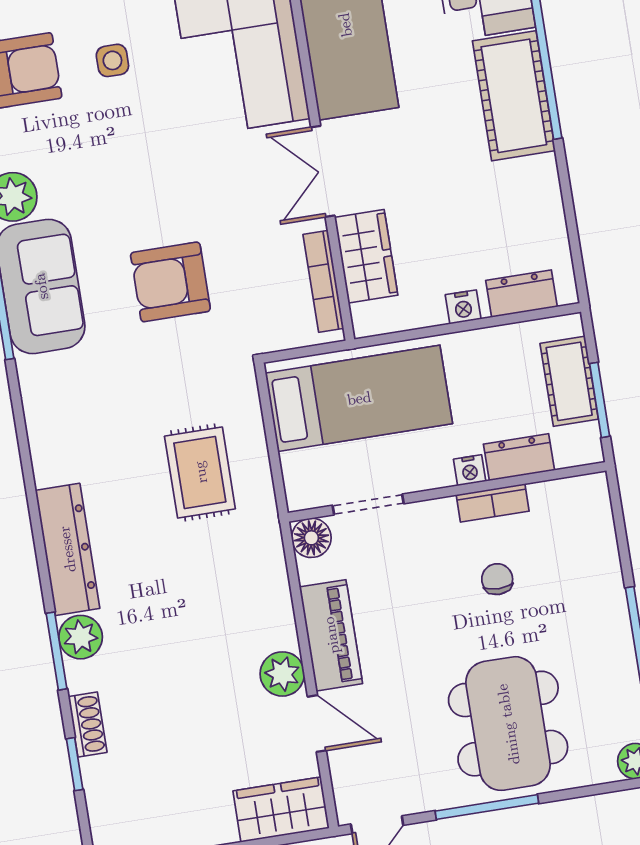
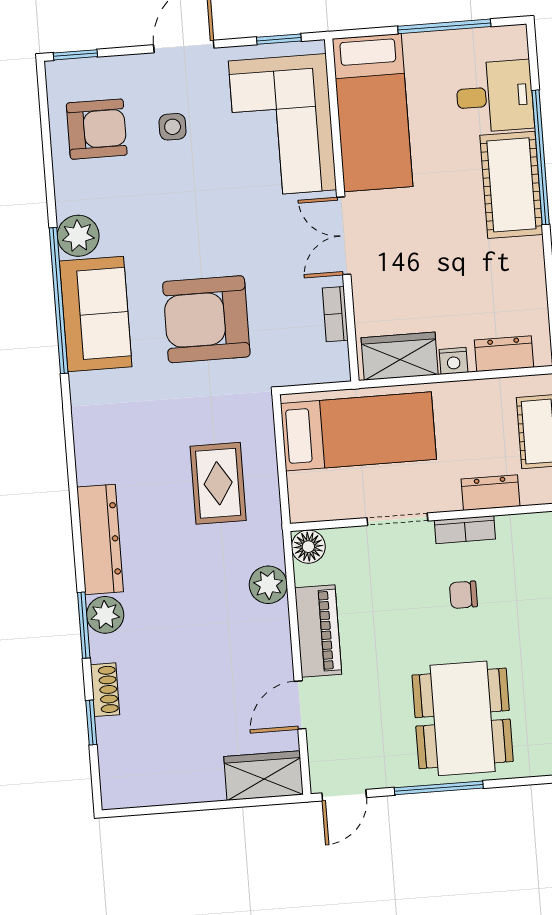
wardrobe: (366, 256) -> (400, 356), moved, turned -90
bookcase: (323, 281) -> (335, 314), width x0.64
armchair: (170, 282) -> (206, 319), width x1.36, depth x1.36
nightstand: (470, 470) -> (448, 500), removed
doorway: (368, 504) -> (397, 519), moved
chair: (497, 579) -> (463, 595), turned -90
plant: (282, 674) -> (268, 585), moved
door: (317, 724) -> (300, 705), swing flipped

